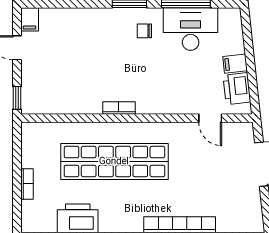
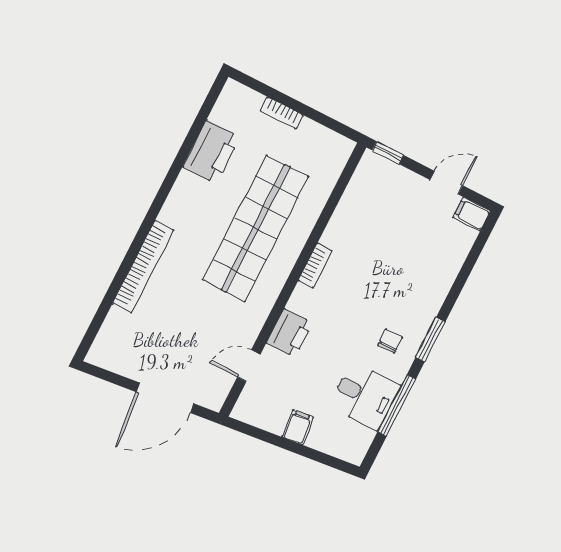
desk: (191, 29) -> (365, 396), width x0.73
printer: (237, 89) -> (290, 333), moved, turned 96

